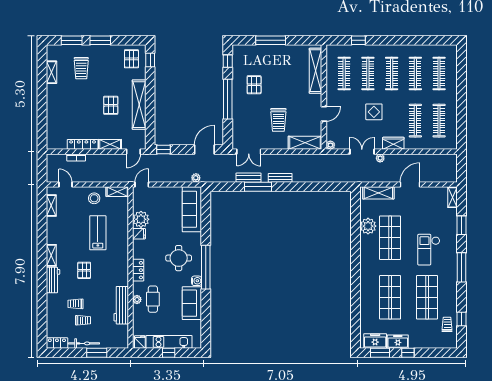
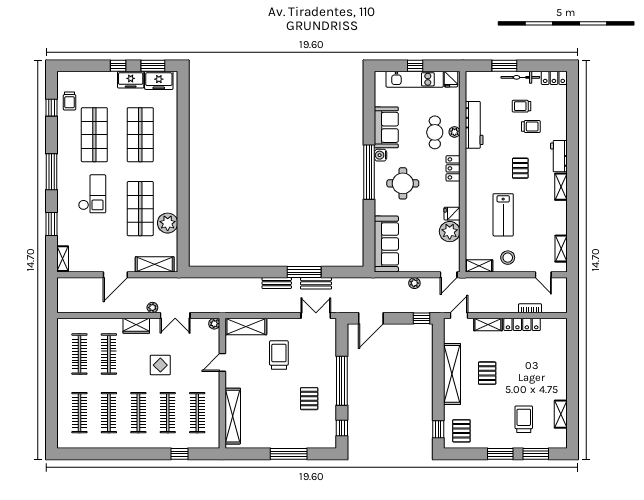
plant: (196, 178) -> (414, 283), moved

